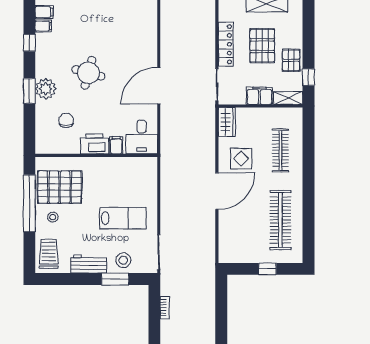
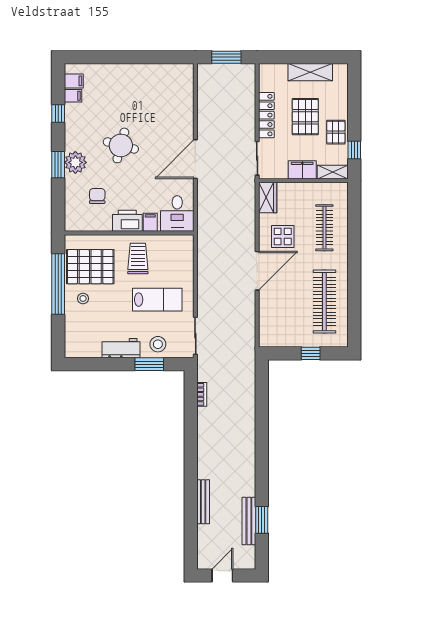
trolley: (49, 254) -> (138, 258), moved

